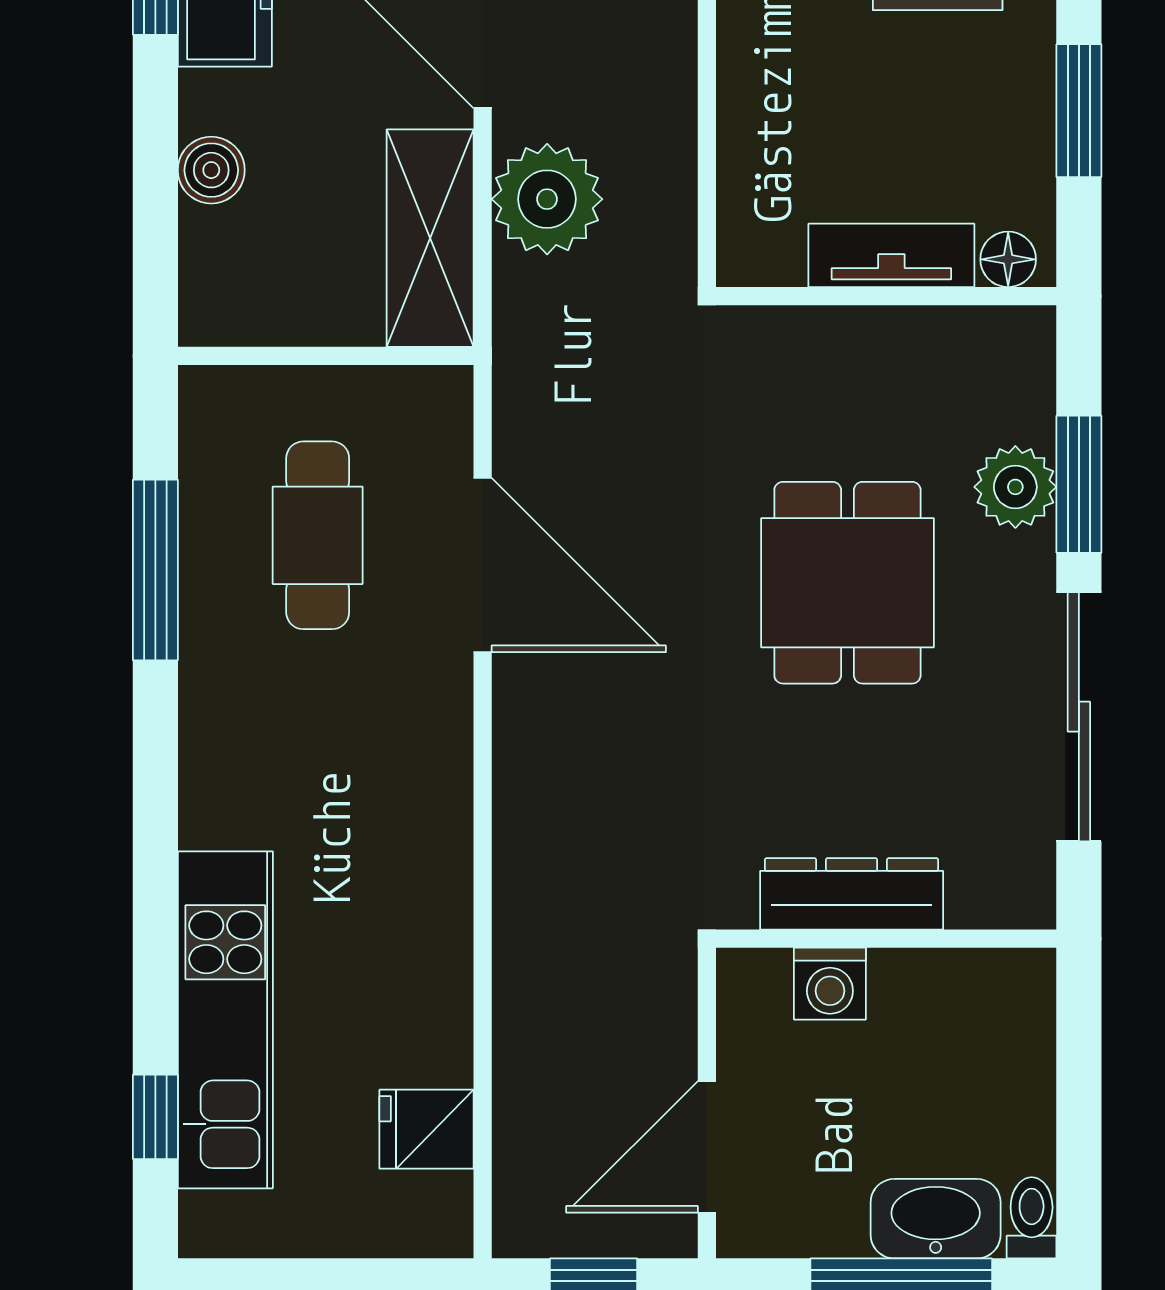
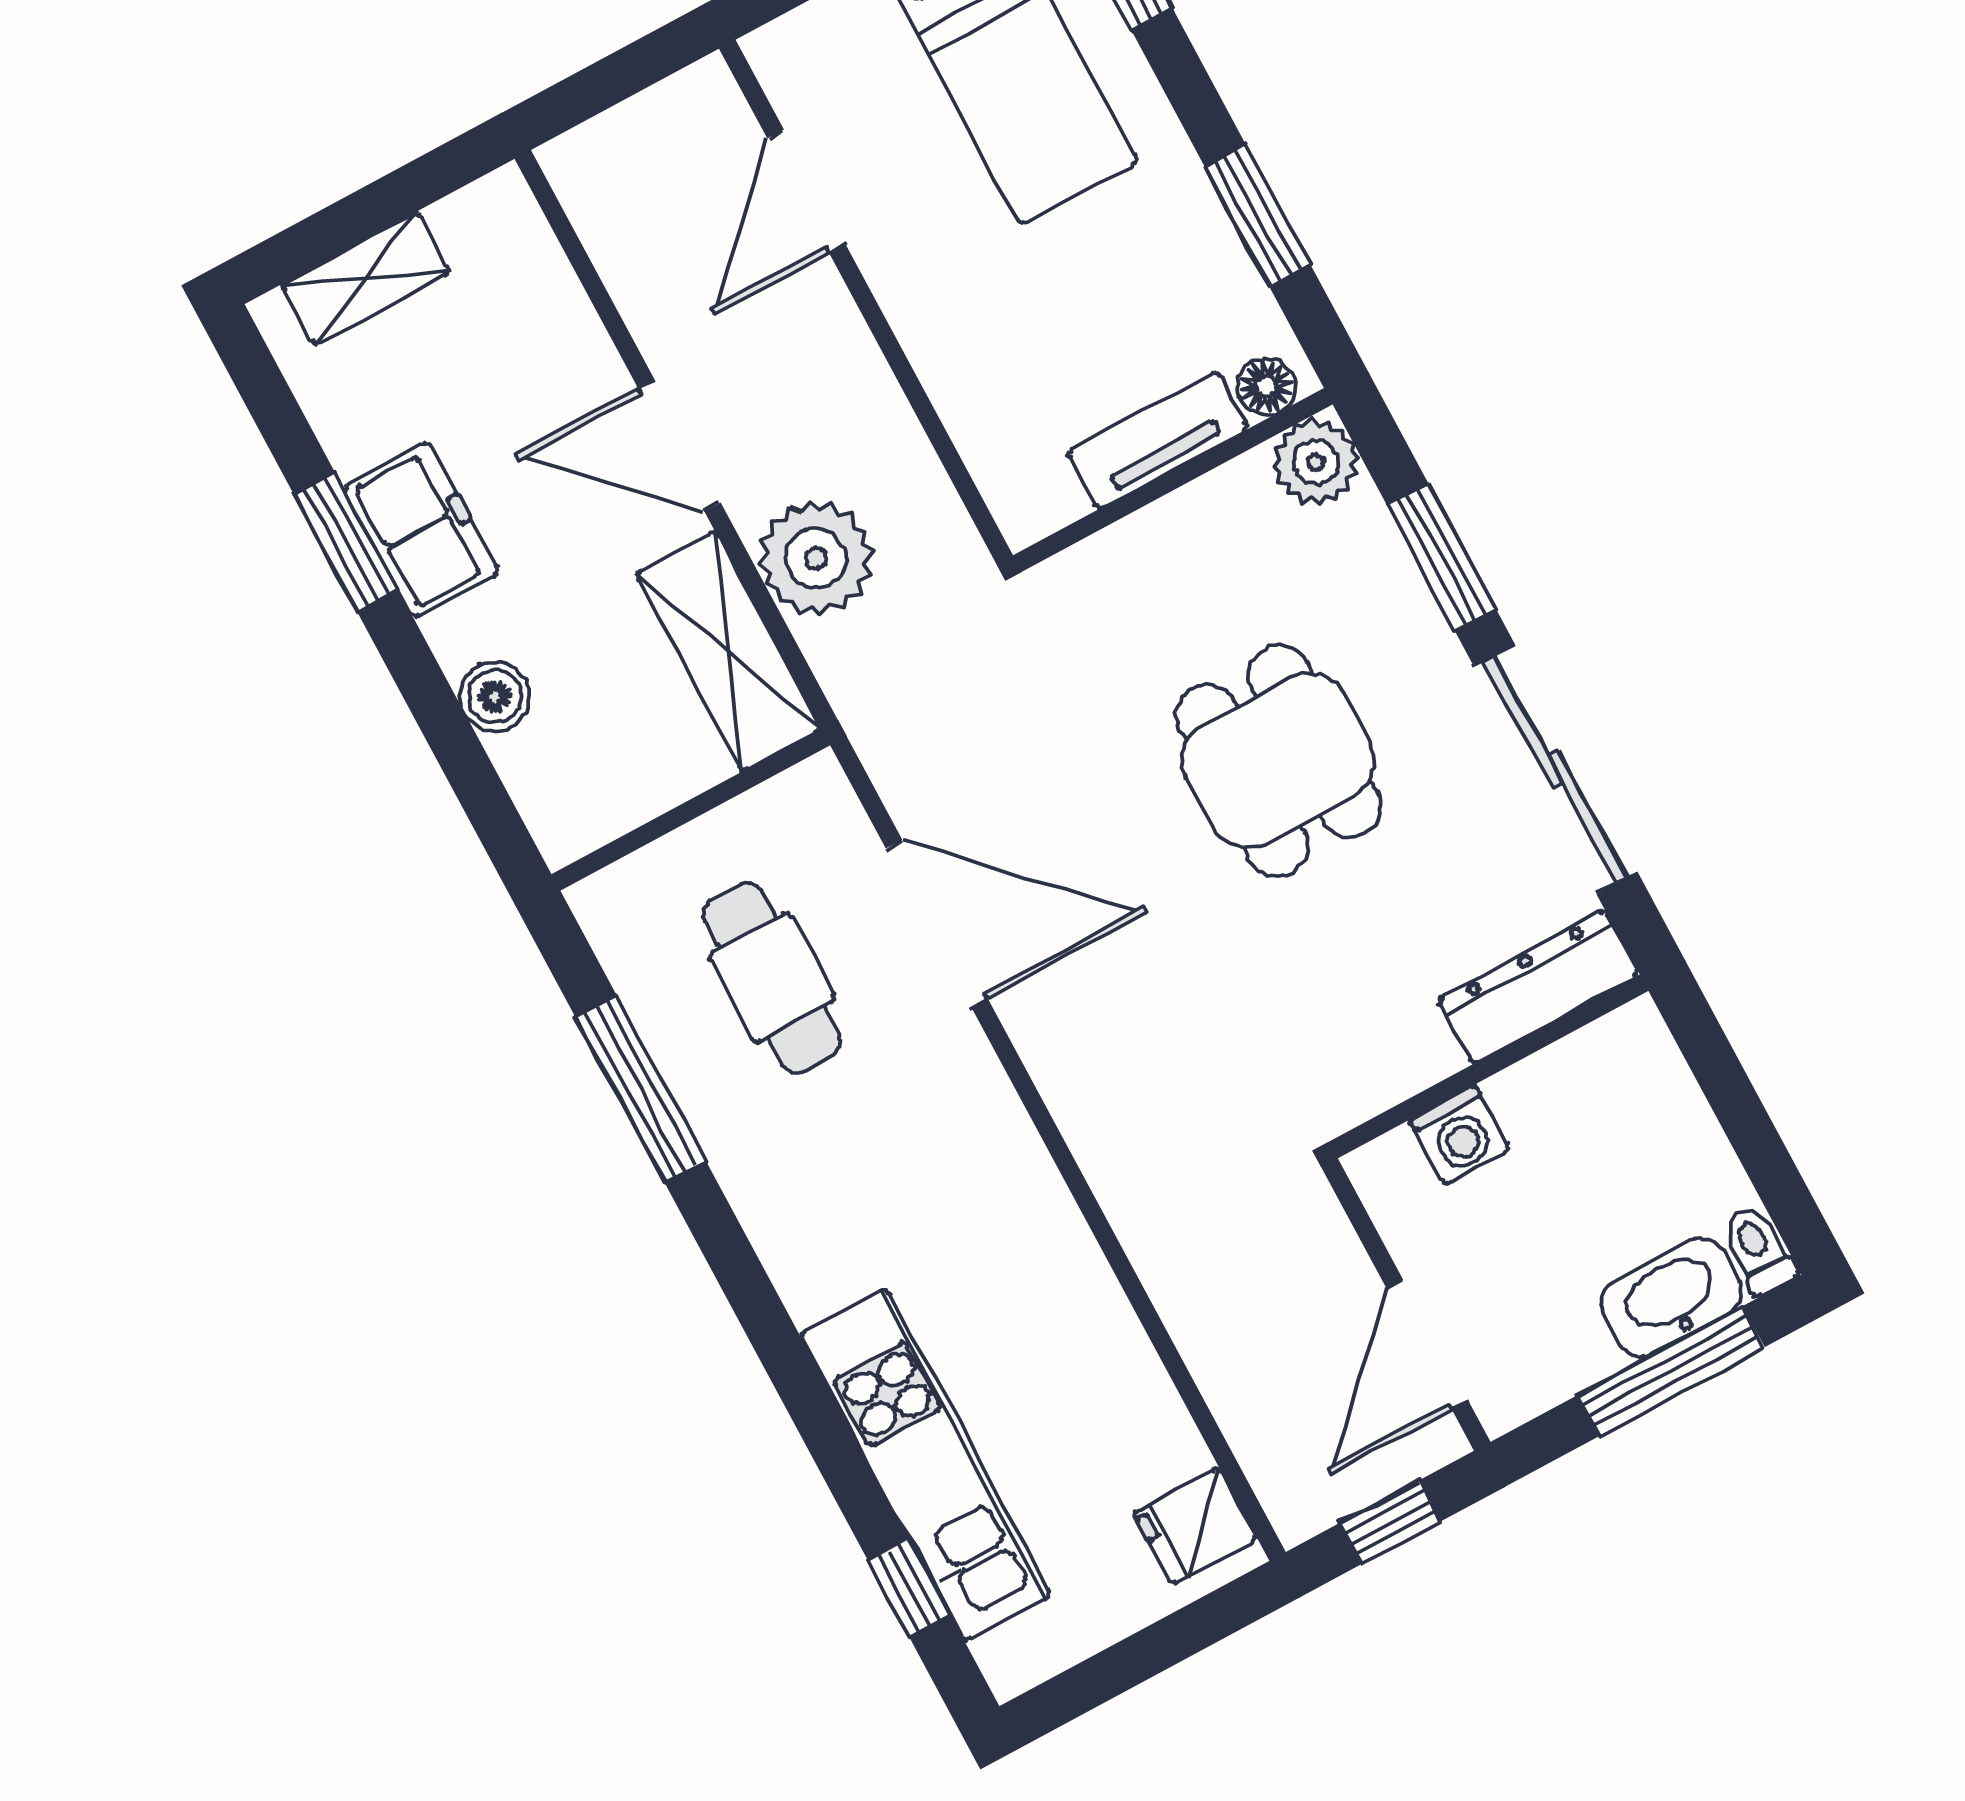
plant: (1015, 487) -> (1315, 462), moved
dresser: (852, 894) -> (1539, 987), moved
fridge: (427, 1129) -> (1195, 1526), moved

